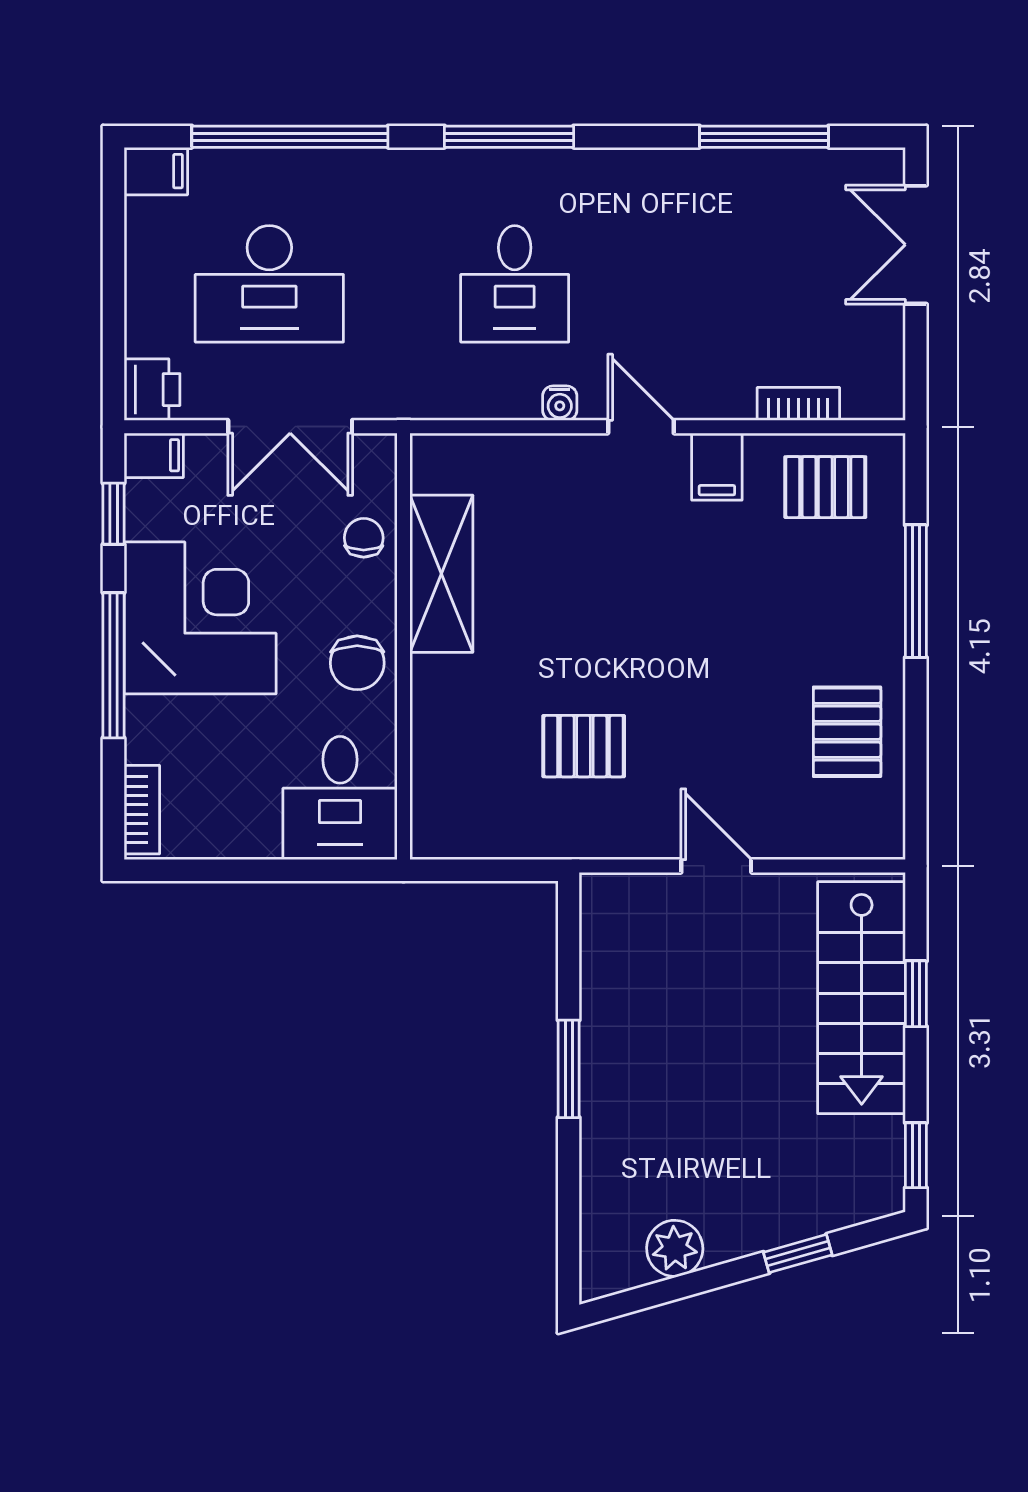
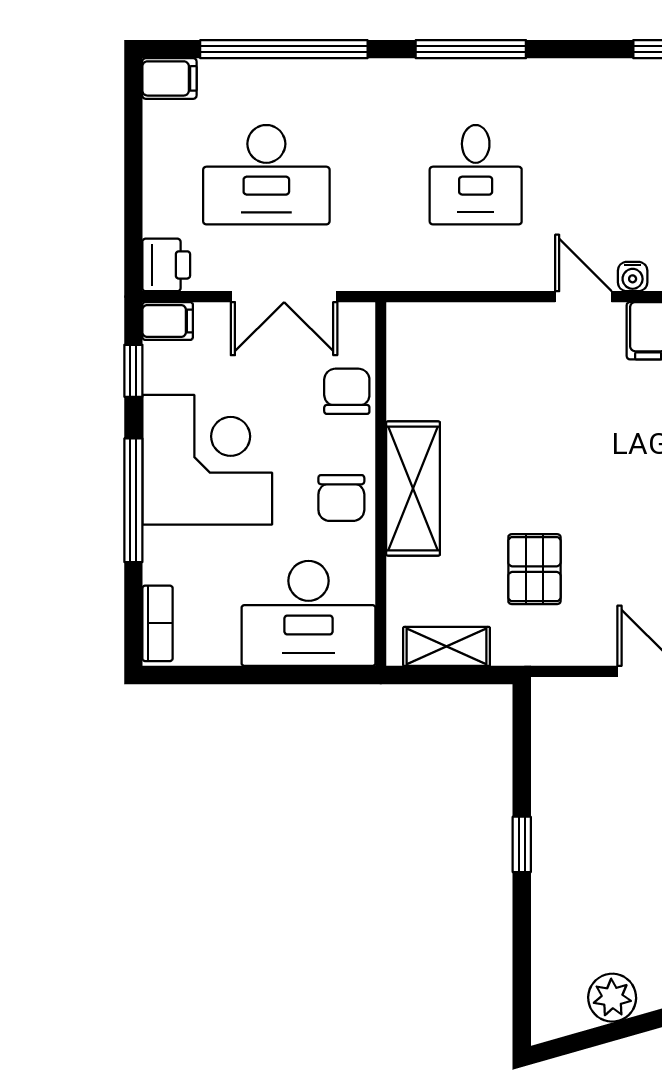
water cooler: (560, 403) -> (633, 277), moved
chair: (364, 538) -> (347, 391), width x1.37, depth x1.37
shelving: (441, 574) -> (413, 488), moved
pallet: (584, 746) -> (534, 569), turned 90
desk: (340, 798) -> (309, 613), width x1.37
shelving: (481, 837) -> (447, 646), added
window: (569, 1069) -> (522, 844), width x0.67

